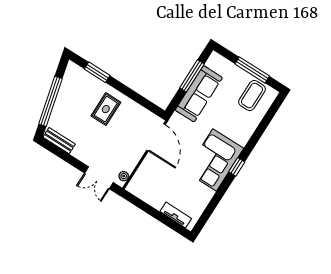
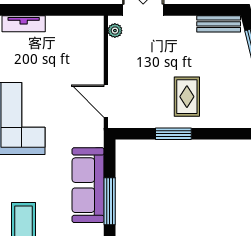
window: (97, 72) -> (173, 134), moved
door: (156, 137) -> (106, 101), width x0.73

